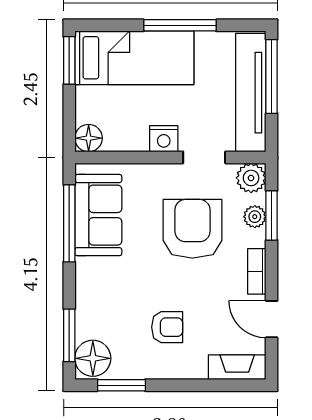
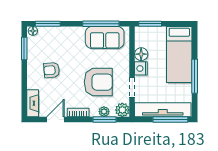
window: (69, 60) -> (150, 24), moved
floor lamp: (89, 138) -> (141, 54), moved
armchair: (167, 327) -> (52, 70), turned 85
floor lamp: (93, 358) -> (33, 31), width x0.53, depth x0.53

